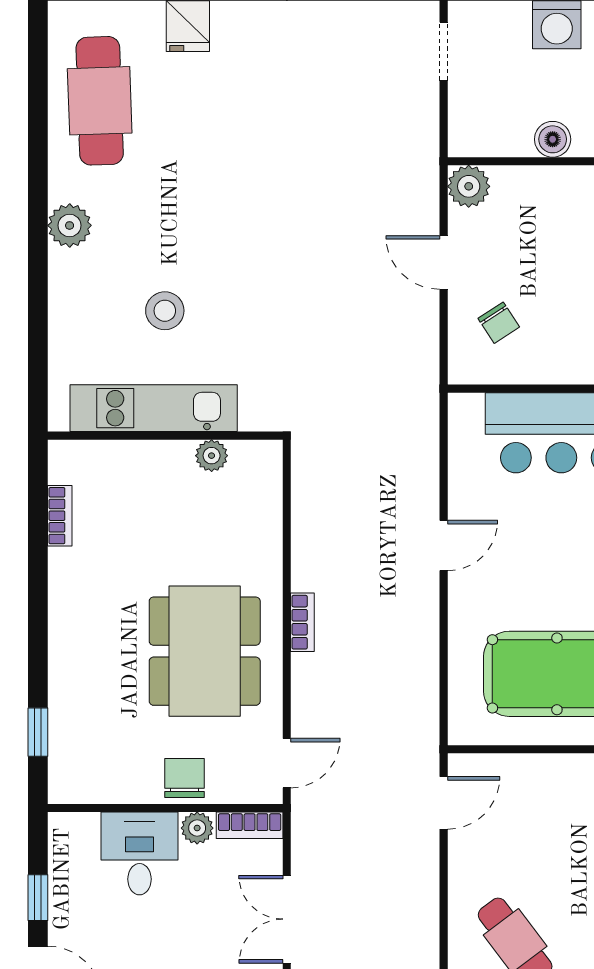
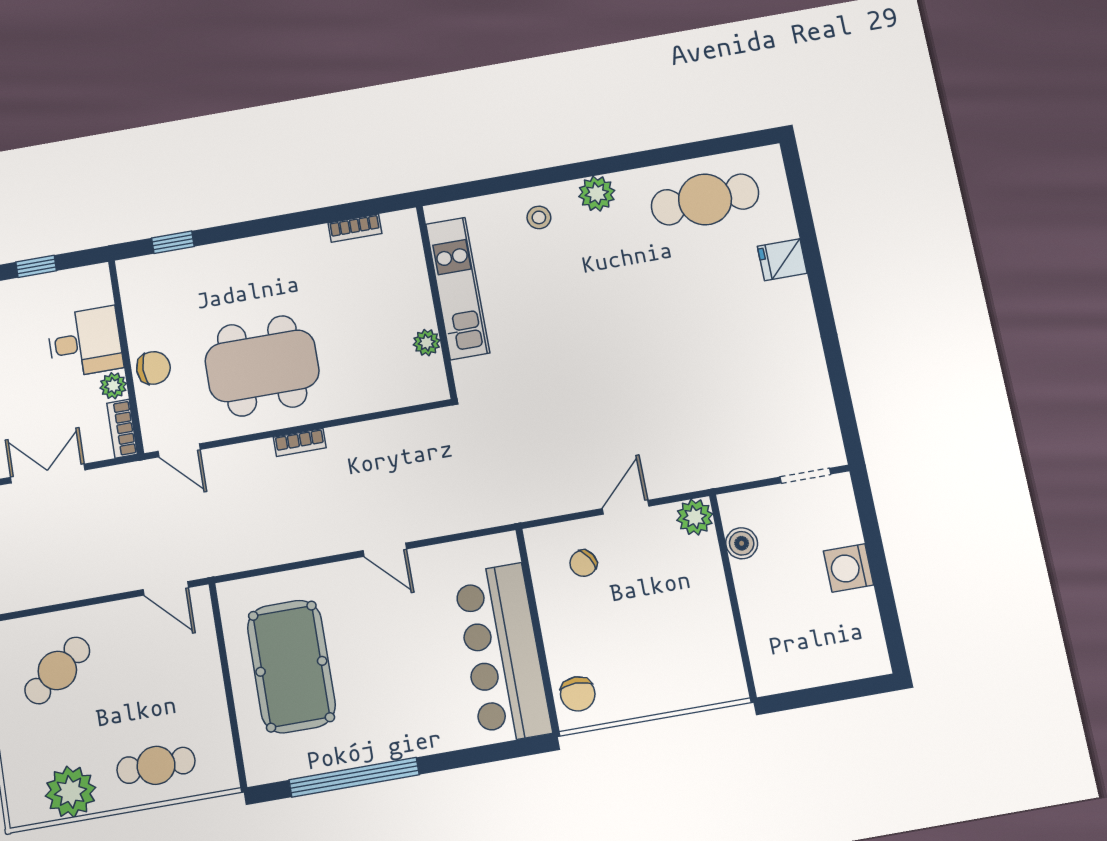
boiler: (553, 139) -> (742, 543), moved
stool: (165, 311) -> (539, 217), moved, width x0.73, depth x0.73

